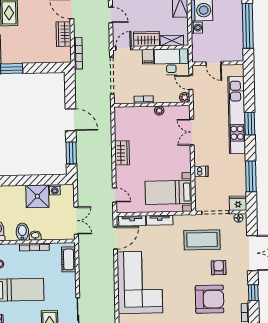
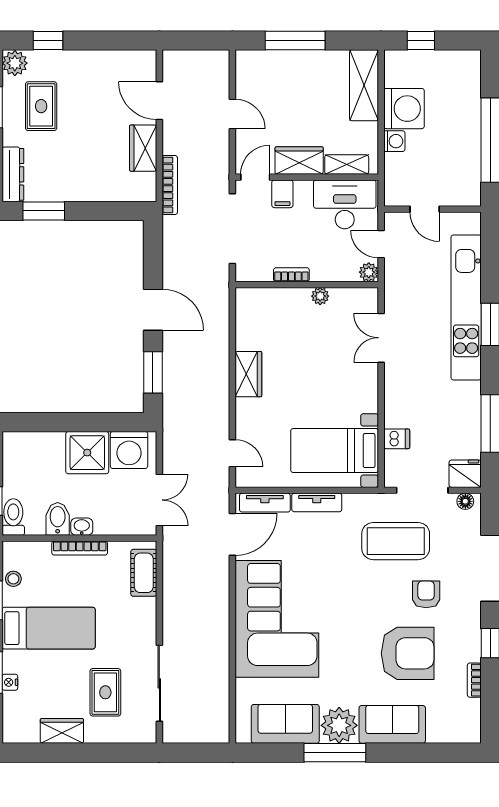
filing cabinet: (148, 57) -> (282, 194), moved
dishwasher: (201, 171) -> (397, 439), moved
washing machine: (55, 190) -> (129, 450), width x1.89, depth x1.89

